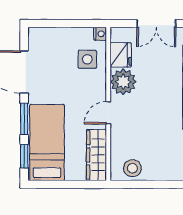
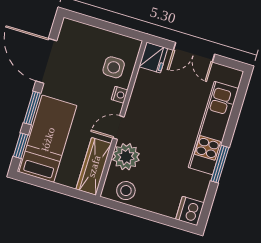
nightstand: (100, 34) -> (119, 95), moved
fridge: (121, 55) -> (153, 58), moved
plant: (123, 82) -> (126, 157), moved

